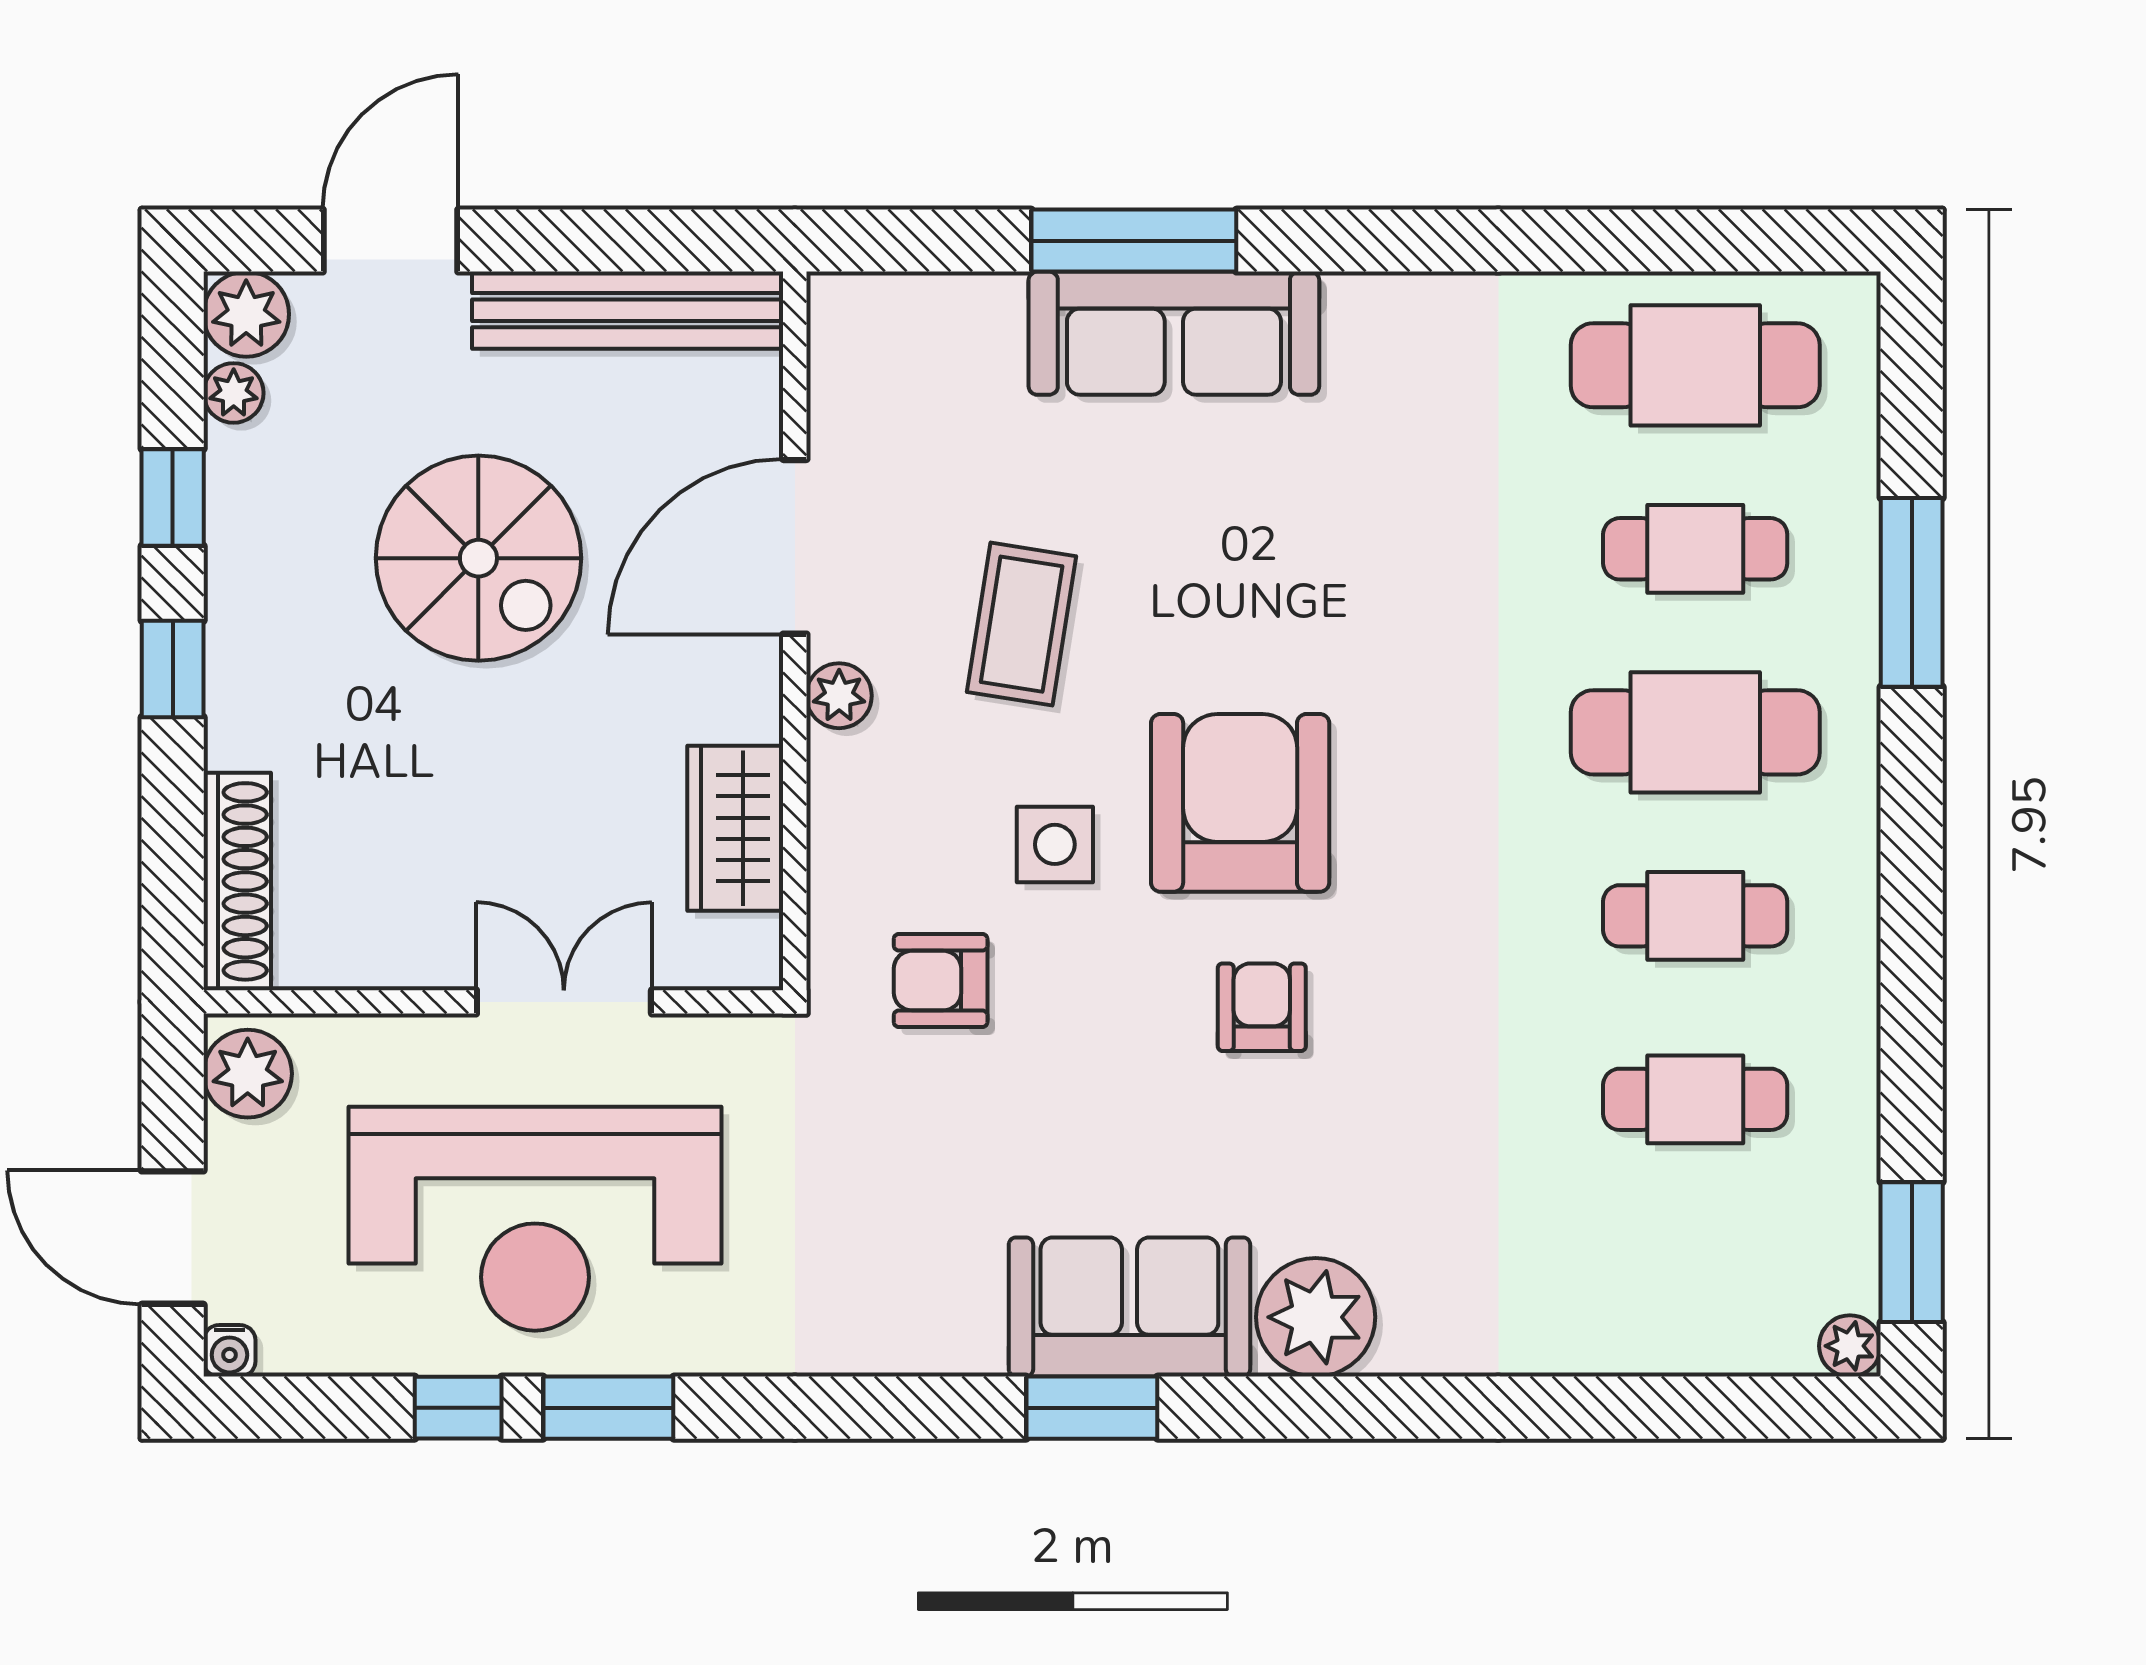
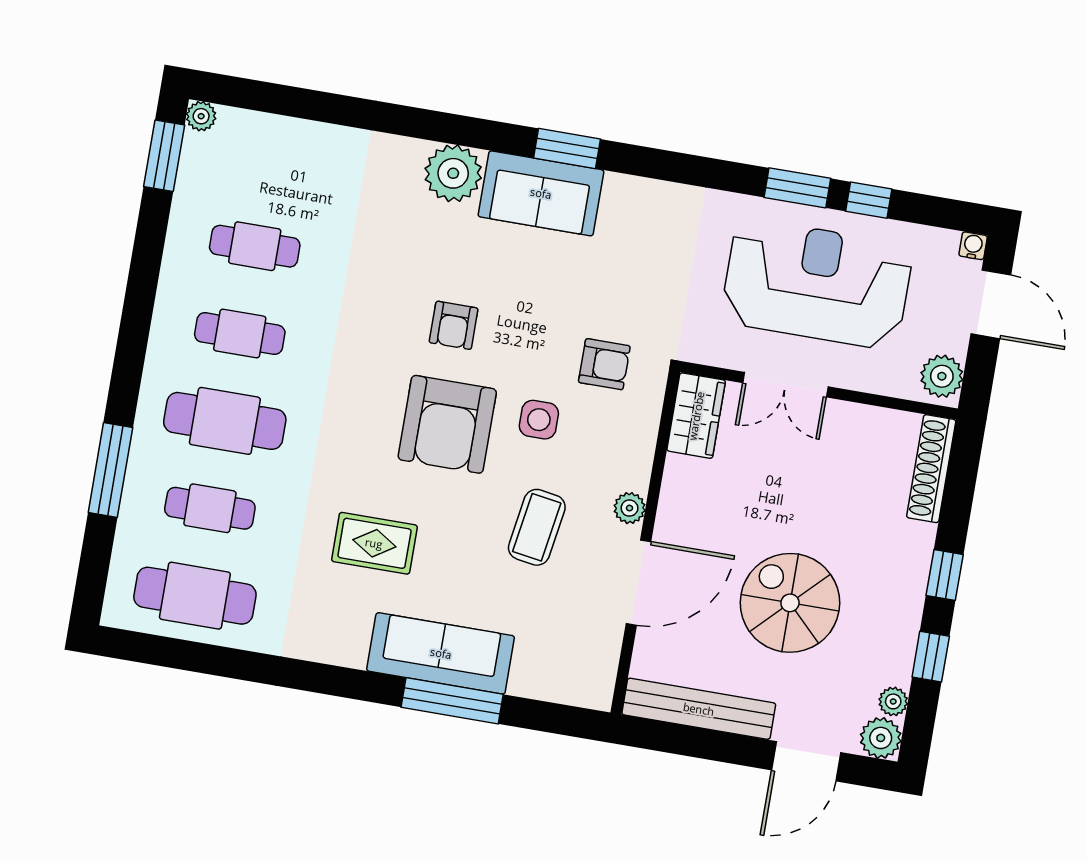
rug: (1347, 535) -> (374, 543), added
wardrobe: (735, 828) -> (696, 416), moved

